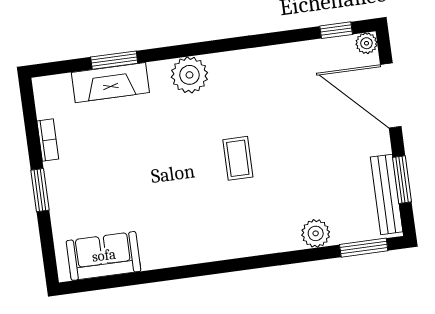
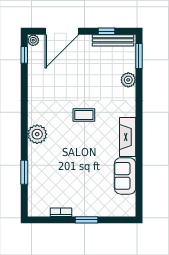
fireplace: (110, 83) -> (128, 137), moved, turned 180
window: (402, 180) -> (106, 31), width x0.67
sofa: (104, 256) -> (125, 176), moved

